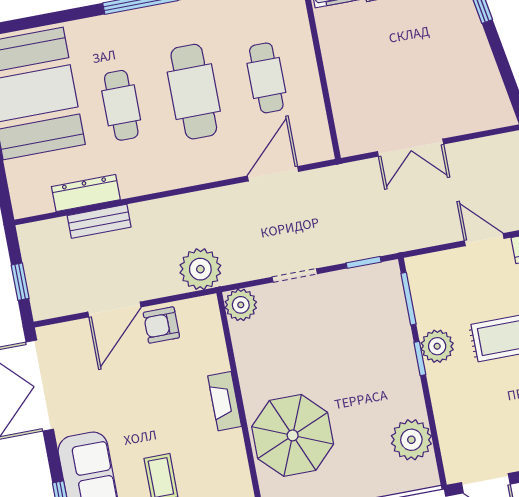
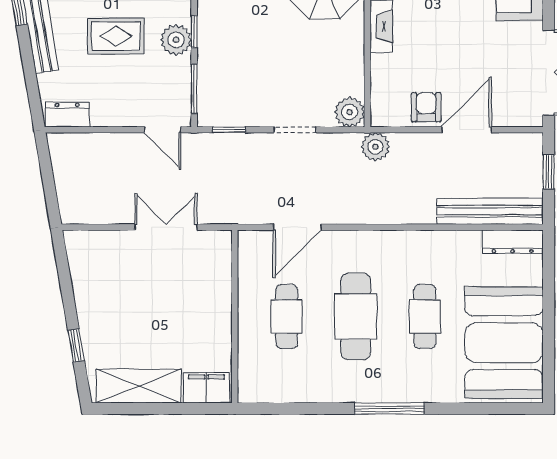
dresser: (86, 193) -> (513, 242), moved
bench: (99, 221) -> (490, 211), width x1.86, depth x1.21
door: (484, 240) -> (163, 130), moved
plant: (200, 269) -> (375, 147), width x0.73, depth x0.73
armchair: (161, 325) -> (426, 107), turned -90

